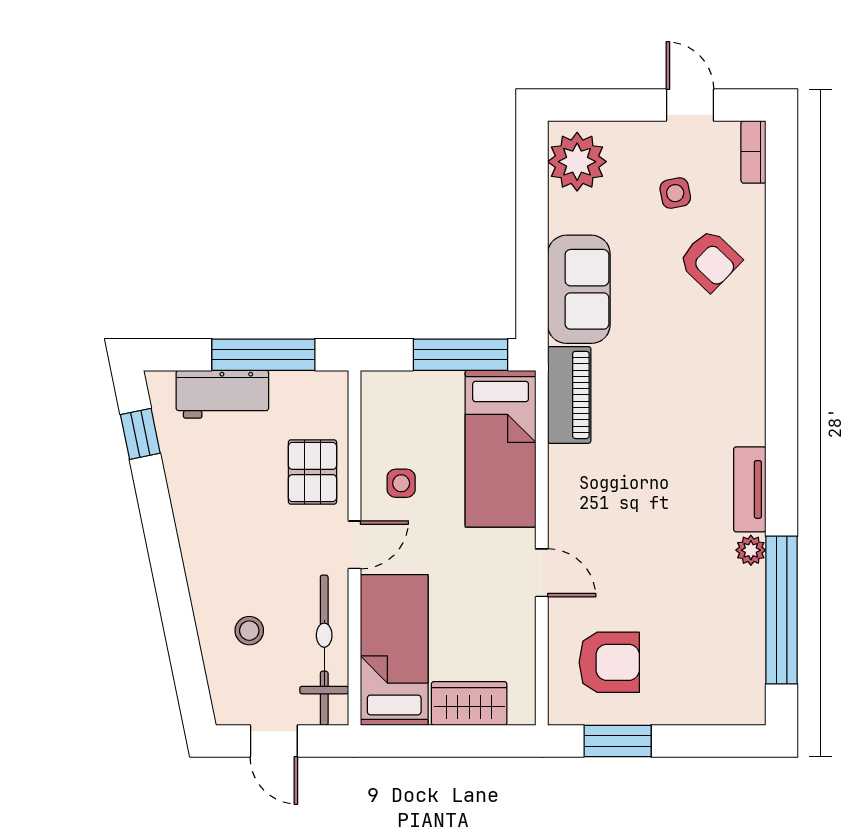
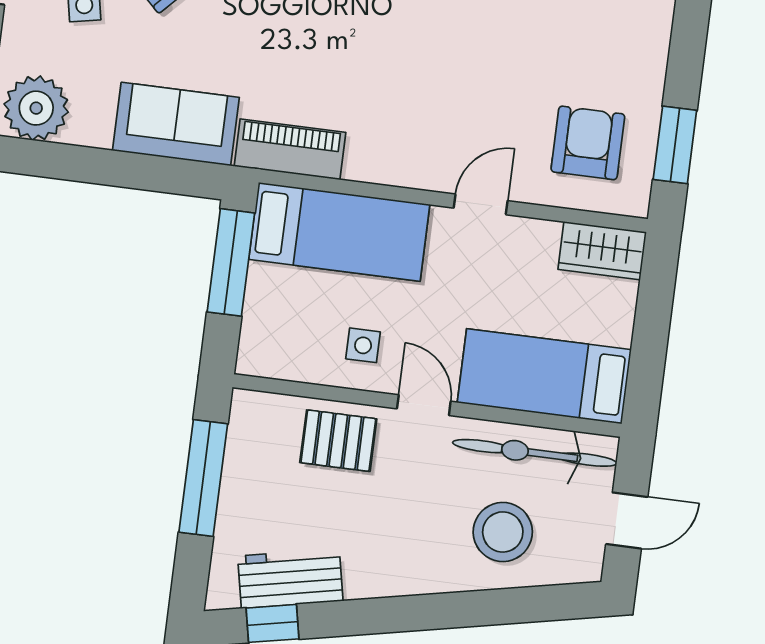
workbench: (222, 394) -> (290, 578), moved, turned -102
stool: (249, 631) -> (503, 532), width x1.89, depth x1.89
wardrobe: (469, 703) -> (602, 251), moved, turned -90

